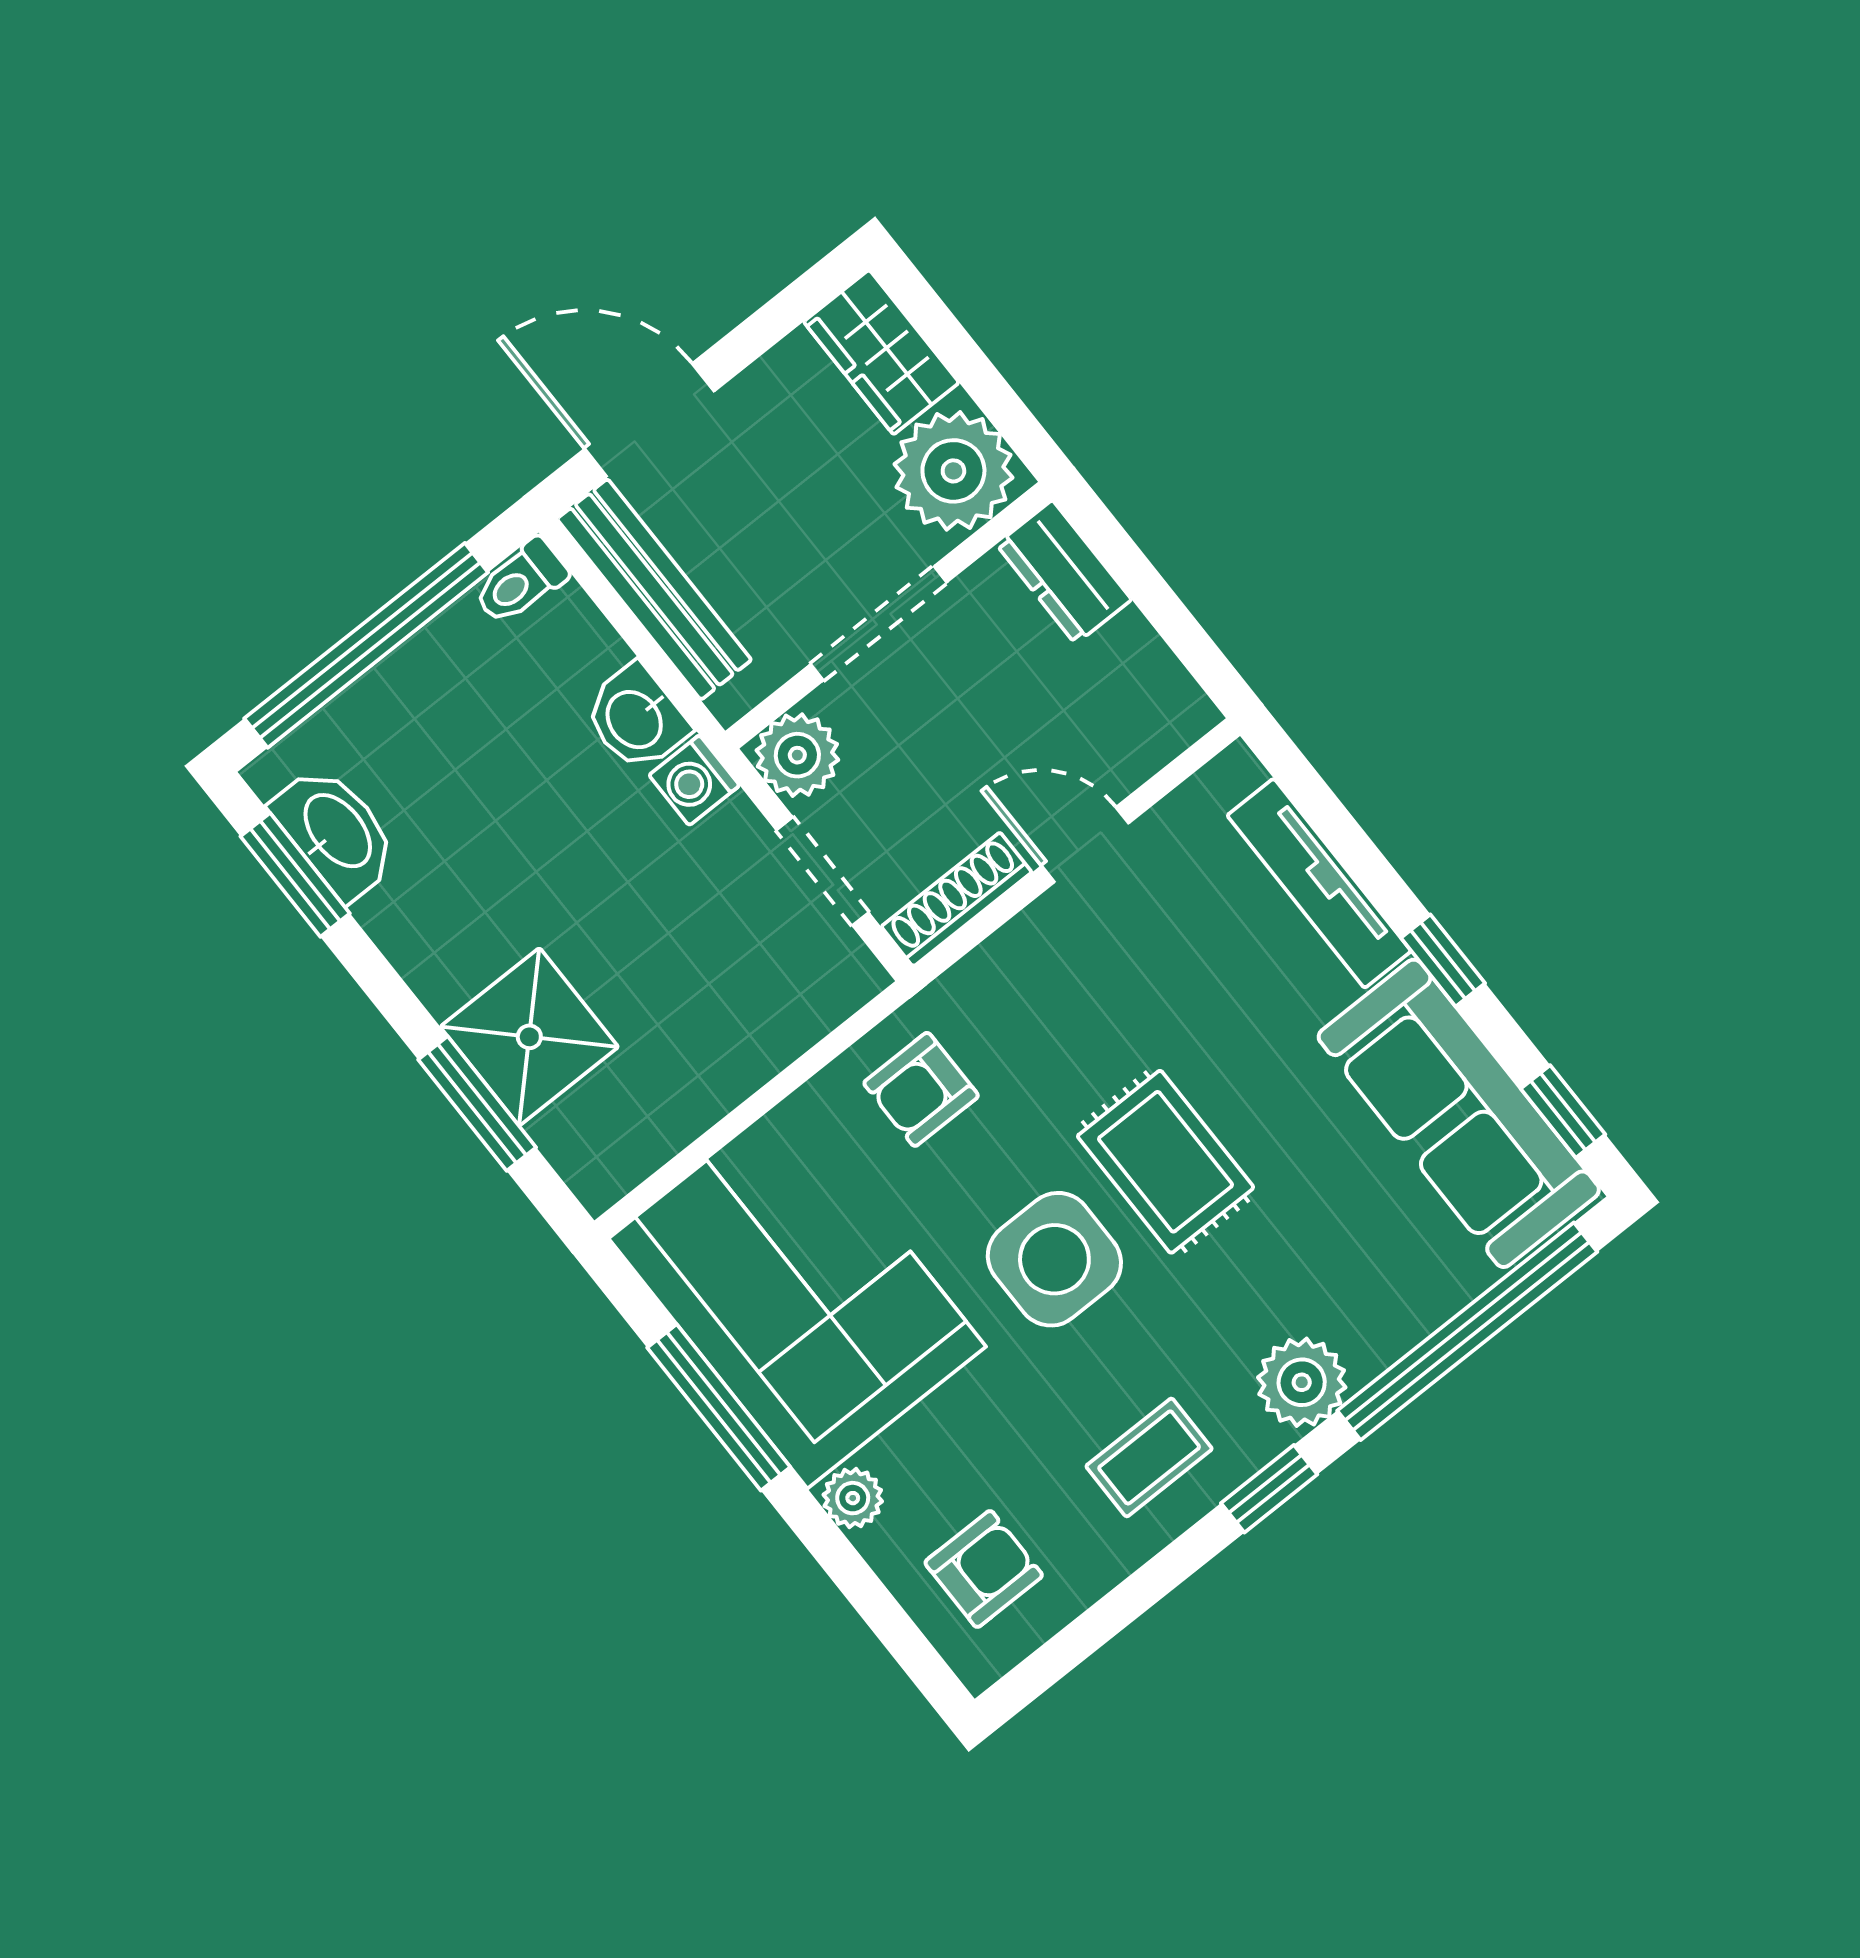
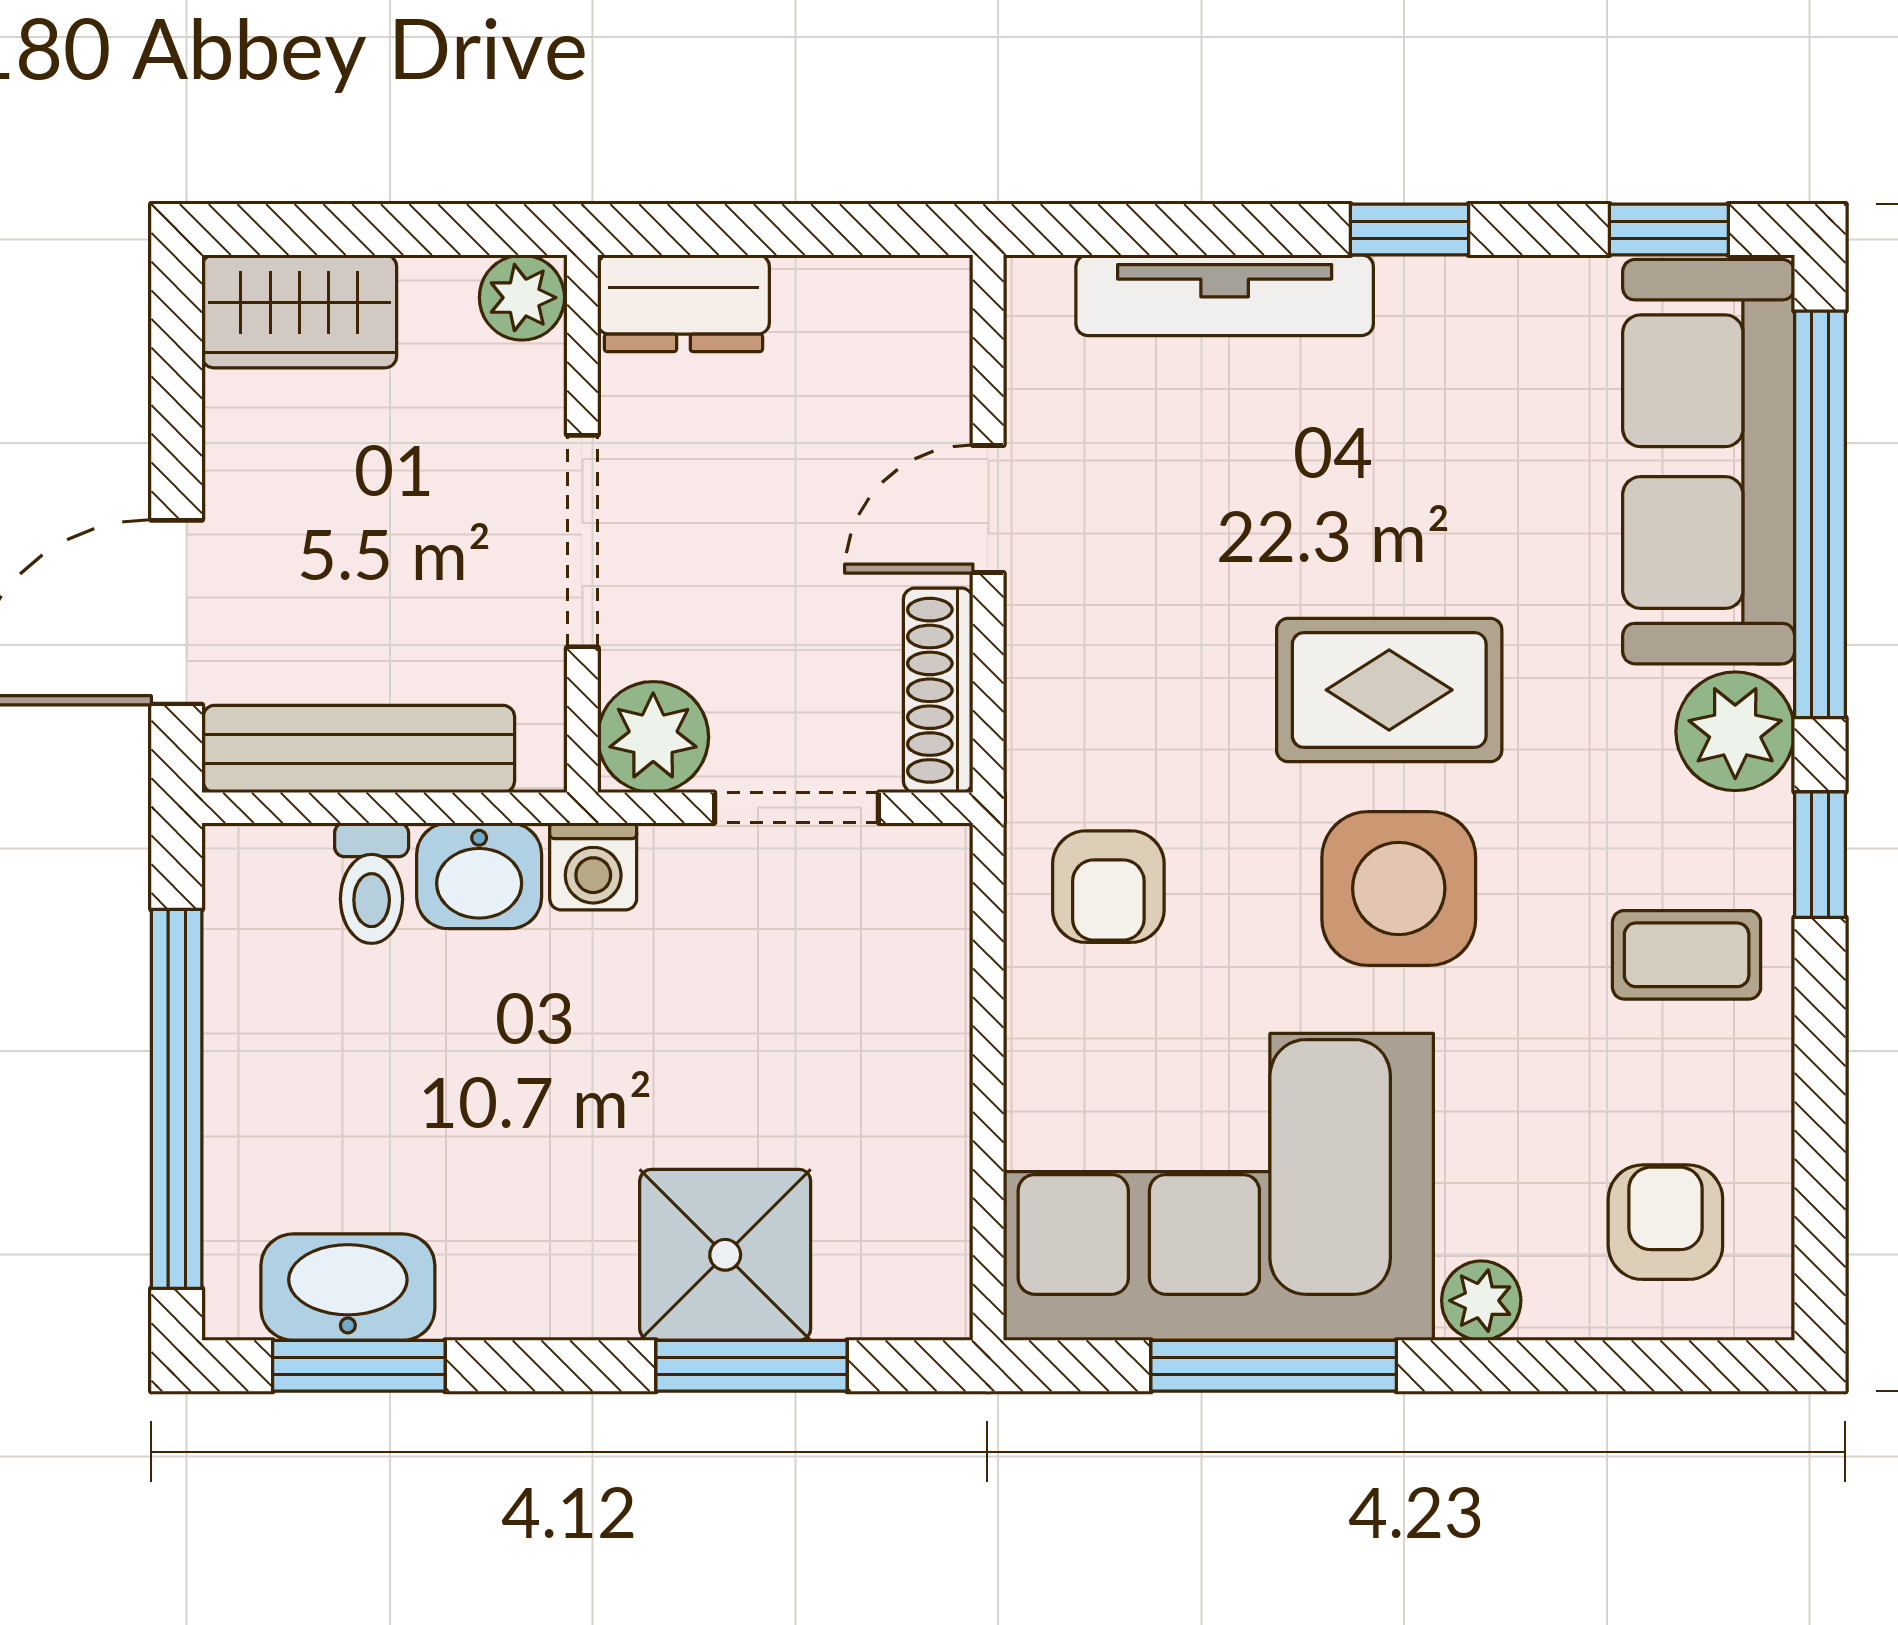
plant: (953, 471) -> (522, 298), width x0.53, depth x0.53
toilet: (521, 582) -> (372, 883), moved
sofa: (1459, 1113) -> (1709, 462), moved, turned 90
coffee table: (1149, 1457) -> (1687, 955), turned 90

